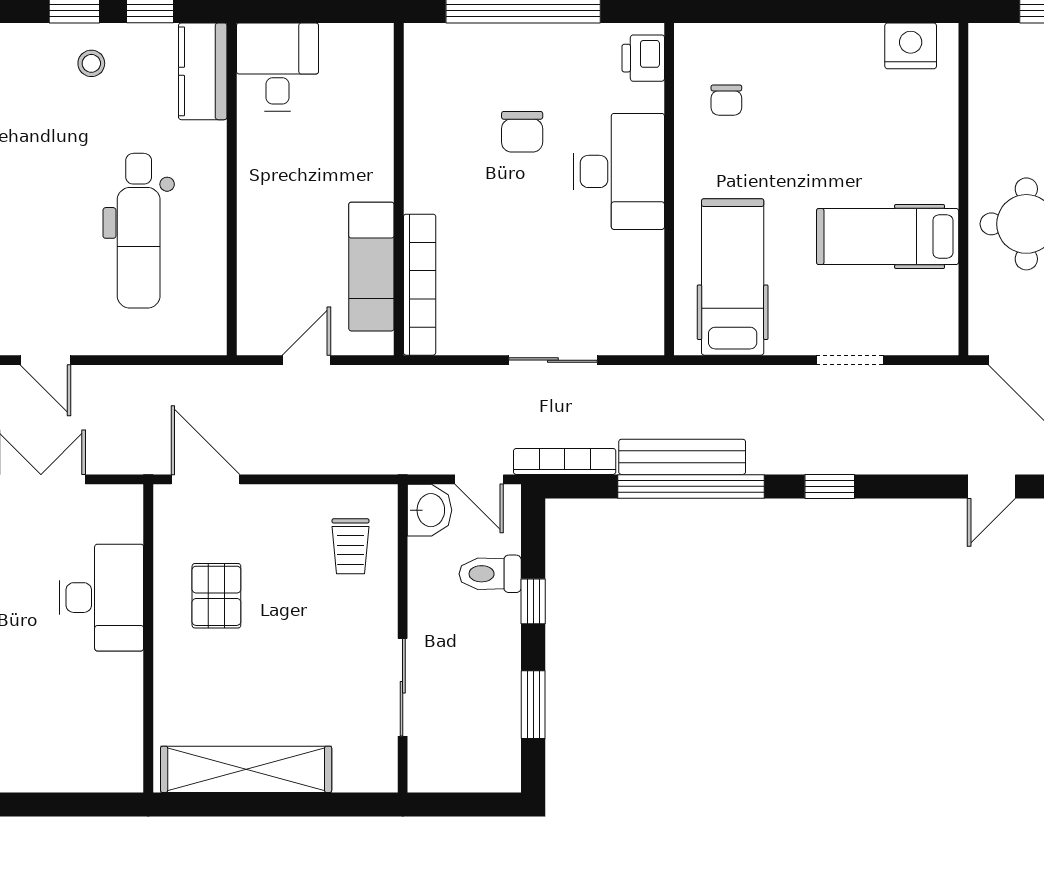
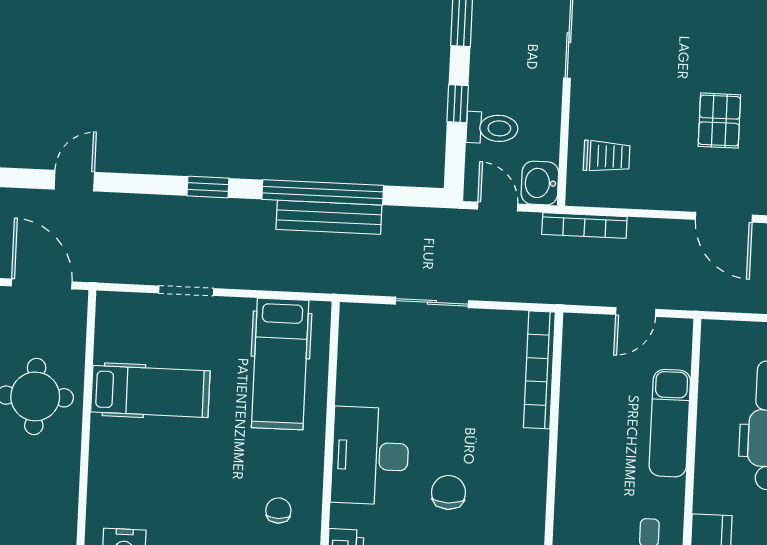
exam couch: (371, 267) -> (670, 423), moved, turned 180
bookcase: (565, 461) -> (584, 225), moved
trolley: (351, 546) -> (607, 156), turned 90

